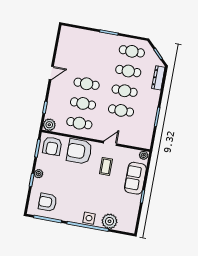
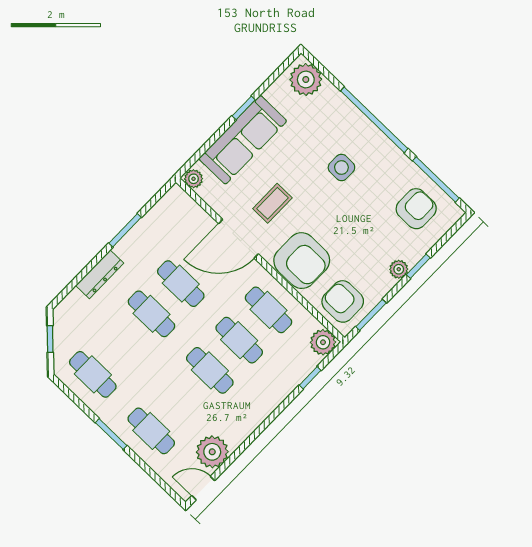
plant: (64, 52) -> (212, 452), added
cafe table: (128, 71) -> (151, 431), moved
door: (51, 73) -> (203, 488), moved
dresser: (158, 78) -> (100, 274), moved
door: (110, 143) -> (238, 239), width x1.88
armchair: (52, 146) -> (343, 301), turned -90
sofa: (135, 178) -> (243, 140), width x1.36
armchair: (48, 202) -> (416, 209), turned -90
side table: (89, 218) -> (341, 167), moved
plant: (110, 221) -> (306, 79), moved

